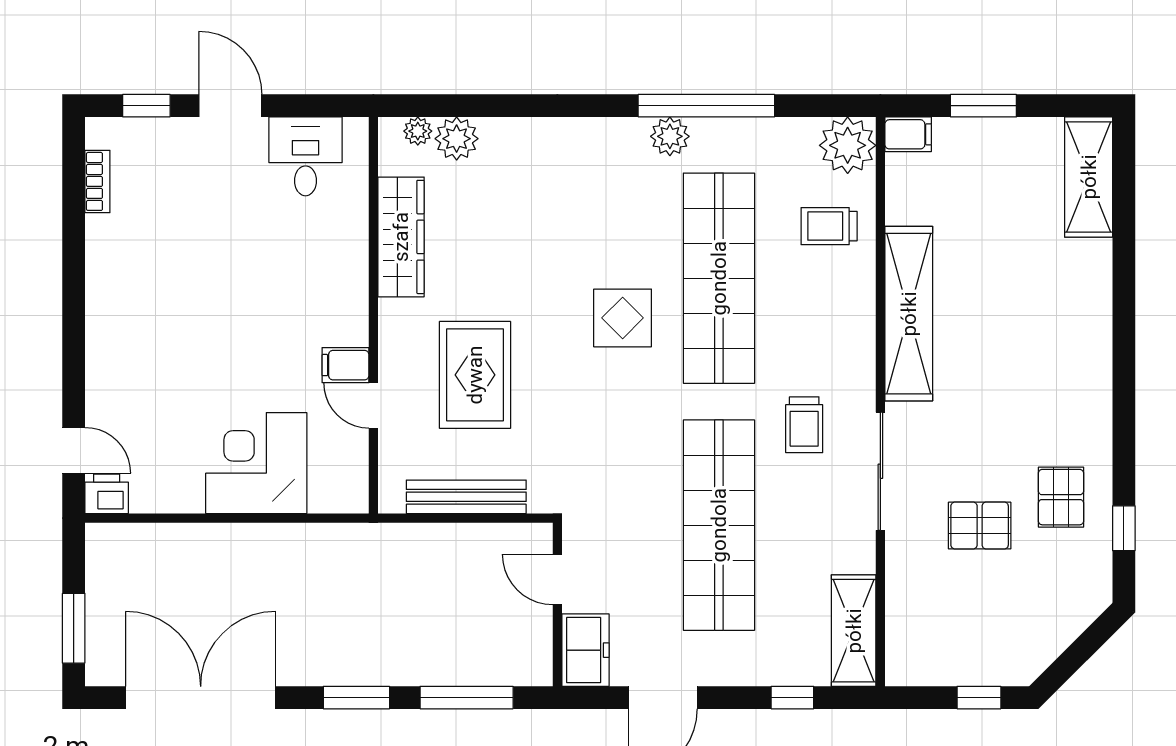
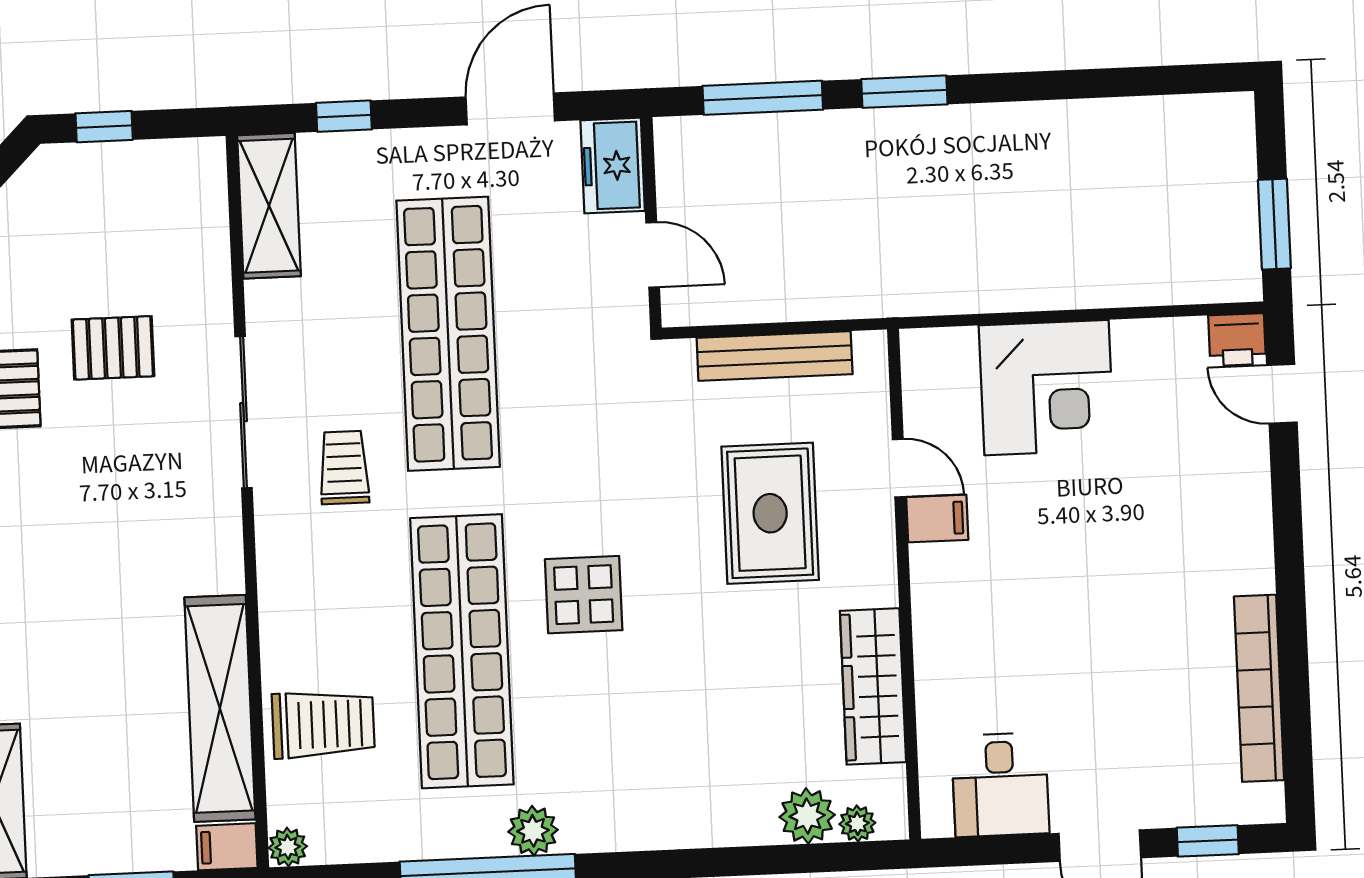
plant: (848, 145) -> (288, 847), width x0.53, depth x0.53
bookcase: (97, 181) -> (1259, 688), width x2.31, depth x1.31
trolley: (829, 226) -> (323, 724), width x1.36, depth x1.39
shelving: (909, 314) -> (220, 708), moved
window: (74, 628) -> (1274, 224), moved
double door: (201, 698) -> (1105, 83), removed

